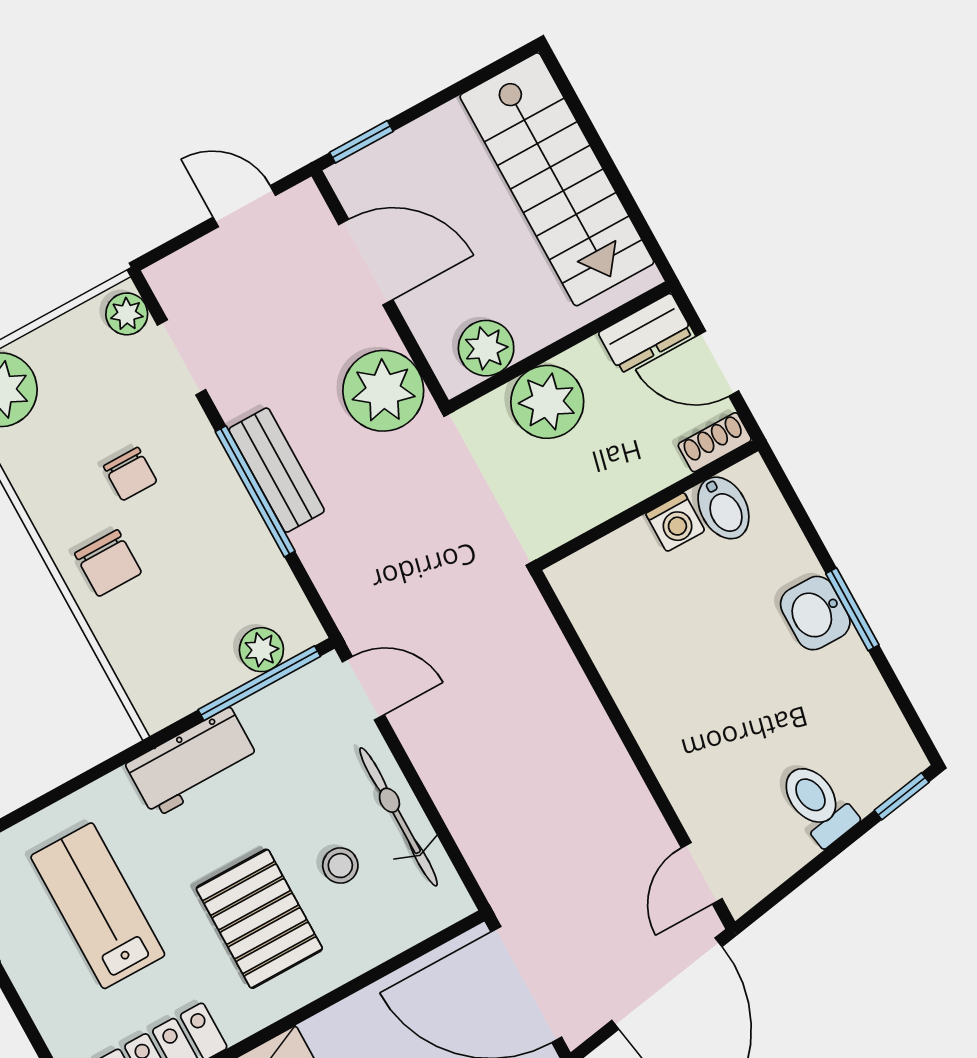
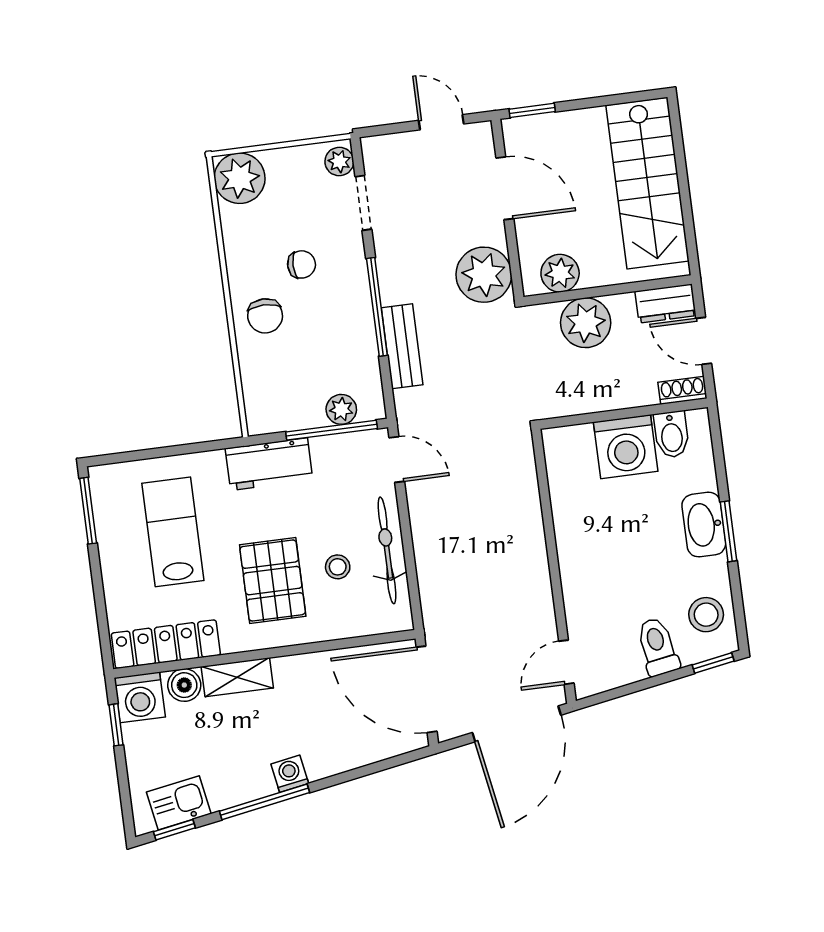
bench: (277, 470) -> (402, 346), moved
chair: (130, 474) -> (302, 264), turned -90
washing machine: (675, 522) -> (626, 447), width x1.89, depth x1.89
washbasin: (815, 613) -> (704, 525), width x1.38
stool: (866, 734) -> (706, 615), added

